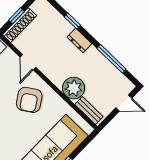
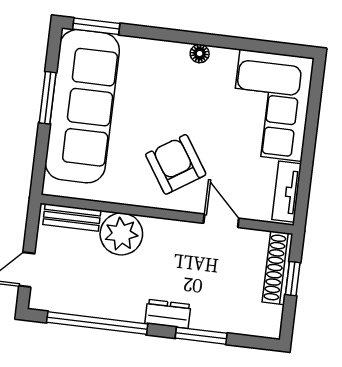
window: (72, 21) -> (201, 336), width x1.50
window: (111, 59) -> (97, 323), width x1.46

